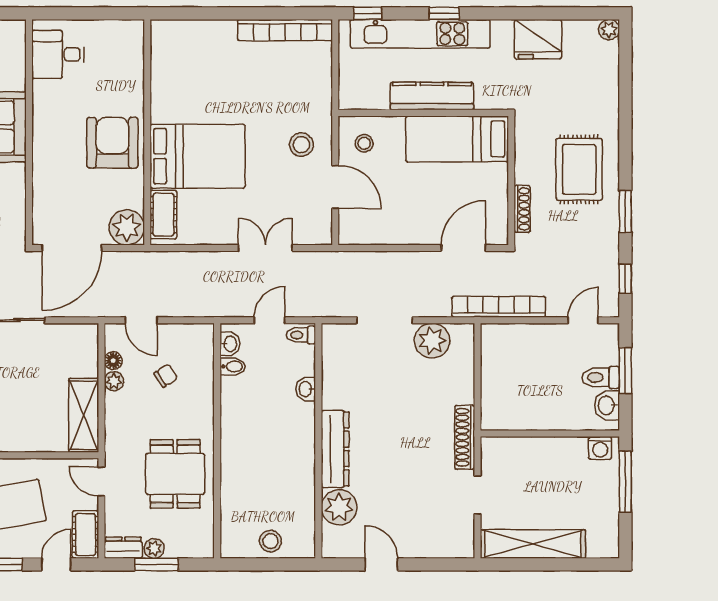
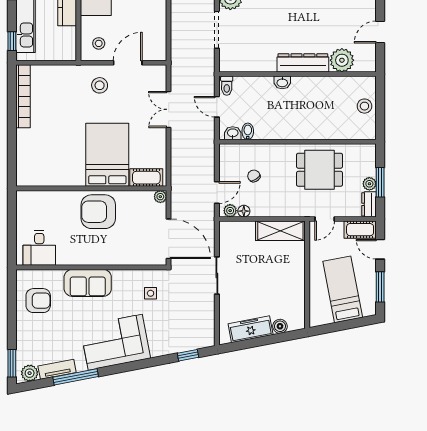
plant: (127, 227) -> (160, 197), width x0.53, depth x0.53
plant: (114, 381) -> (230, 211), moved
washbasin: (306, 389) -> (282, 82), moved

